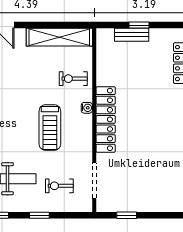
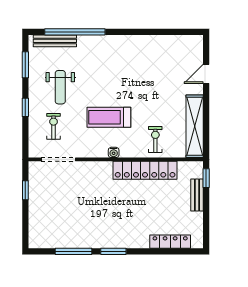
window: (139, 25) -> (206, 178), moved
water cooler: (87, 108) -> (114, 152), moved
locker: (106, 119) -> (145, 170), moved

